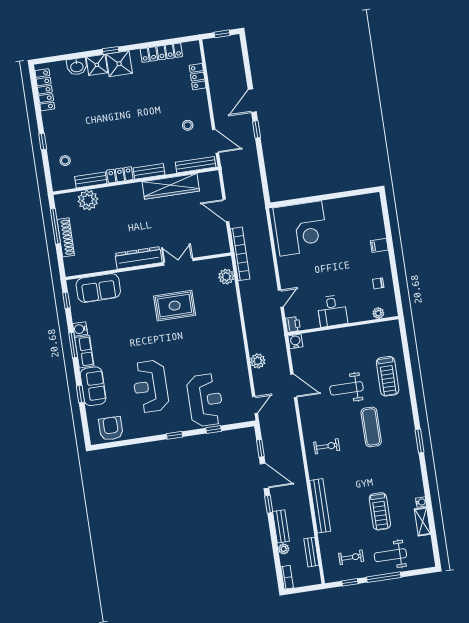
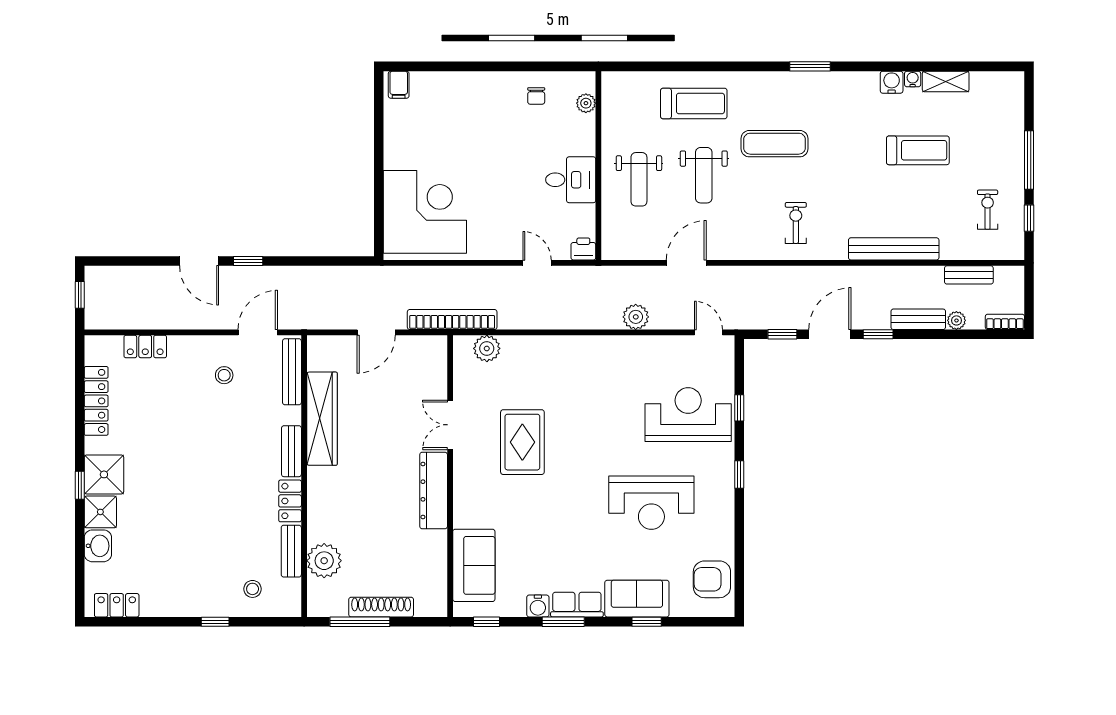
locker: (45, 90) -> (117, 605), width x0.66
filing cabinet: (379, 245) -> (399, 85), moved
water cooler: (295, 341) -> (892, 82), moved, turned 90
weight bench: (390, 555) -> (639, 179), moved

